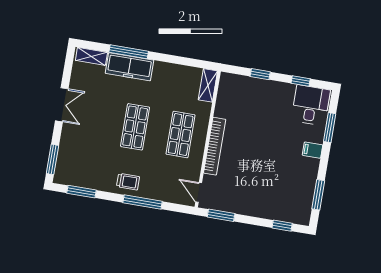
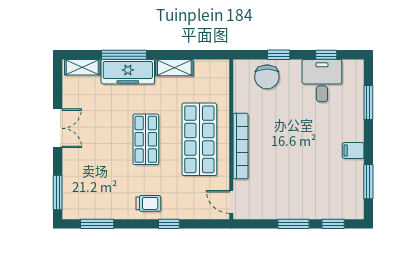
shelving: (208, 85) -> (174, 68), moved, turned 90
chair: (247, 91) -> (267, 77), added
desk: (311, 105) -> (322, 81), moved
shop shelf: (181, 134) -> (199, 139), width x1.43, depth x1.36
filing cabinet: (312, 150) -> (353, 150), moved
window: (143, 202) -> (169, 224), width x0.46
window: (221, 215) -> (293, 224), moved

